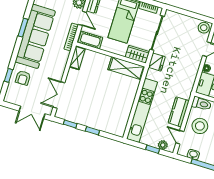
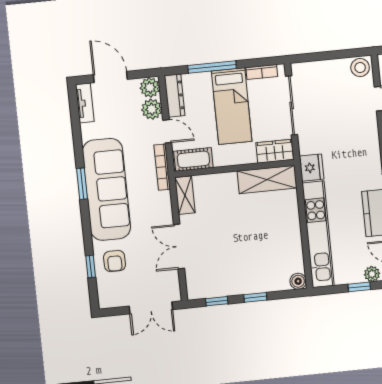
fridge: (157, 62) -> (312, 168), moved
double door: (59, 95) -> (179, 246), moved
boiler: (120, 132) -> (298, 281), added

